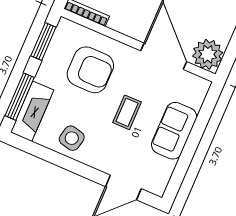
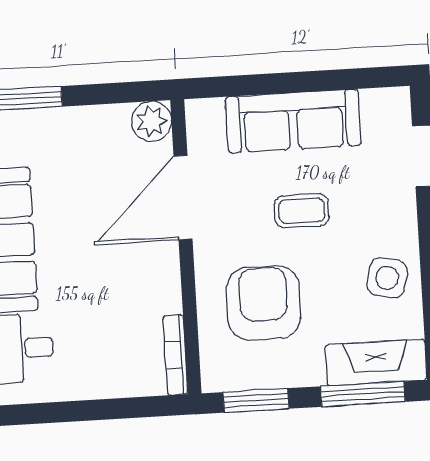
plant: (208, 54) -> (152, 121), width x0.73, depth x0.73
sofa: (174, 131) -> (293, 121), width x1.36

